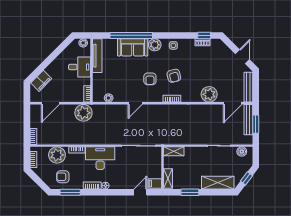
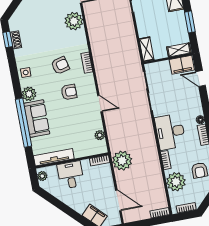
filing cabinet: (155, 183) -> (182, 65), width x2.00

